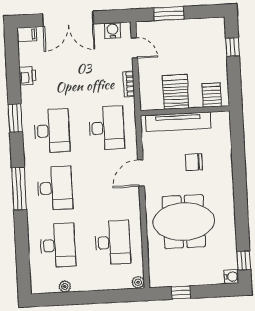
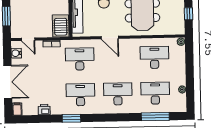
door: (134, 48) -> (28, 39), swing flipped
server rack: (176, 92) -> (61, 26), moved, turned 90
window: (19, 189) -> (155, 117), moved

